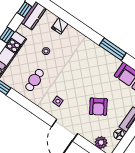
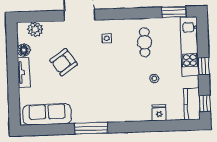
armchair: (98, 107) -> (64, 62), turned -93

